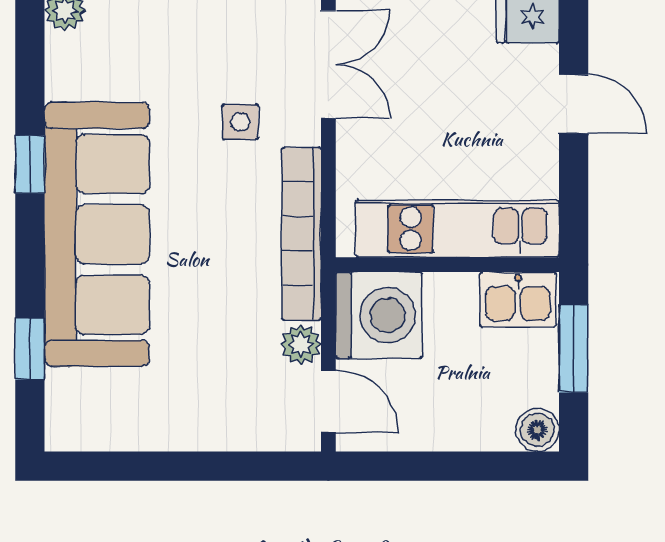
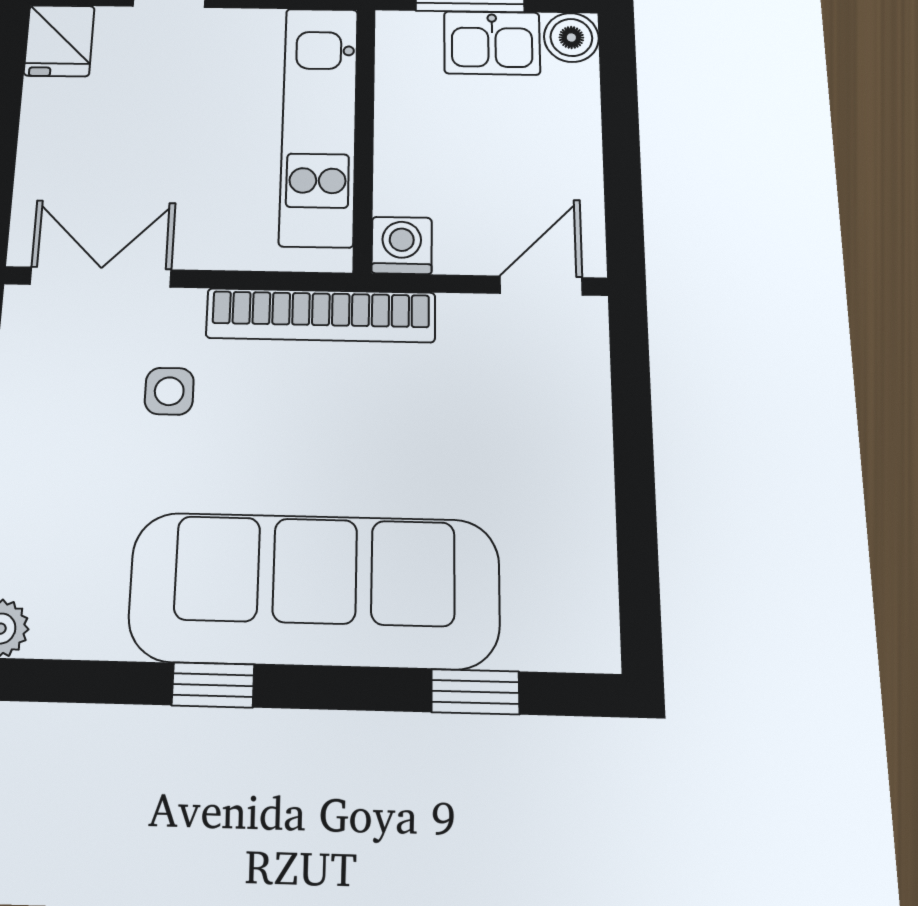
kitchen sink: (518, 300) -> (492, 43), moved, turned 90
washing machine: (379, 315) -> (402, 245), width x0.53, depth x0.53
plant: (301, 344) -> (467, 319), removed

